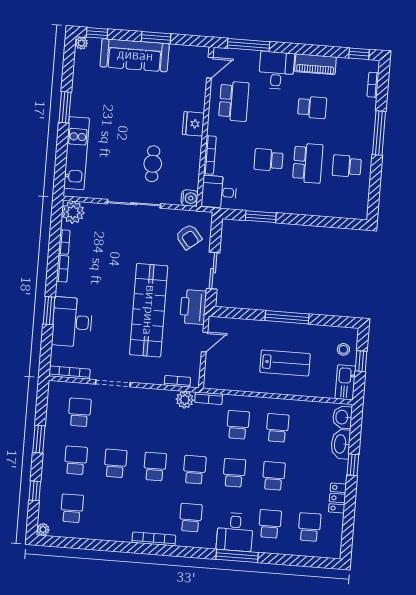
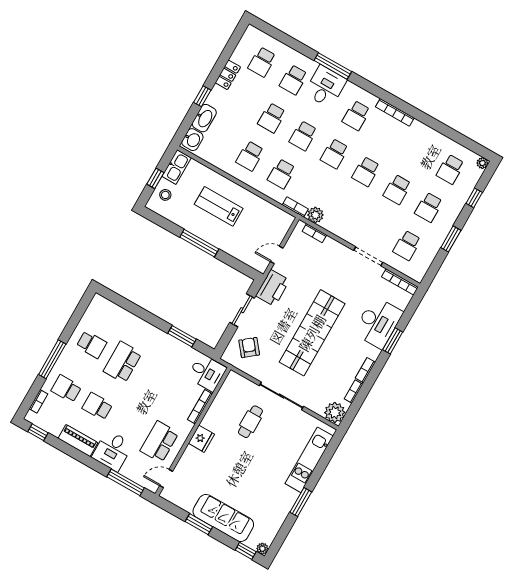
school desk: (269, 160) -> (66, 389), moved, turned 180
water cooler: (190, 198) -> (233, 379), removed
shop shelf: (149, 310) -> (312, 333), moved

